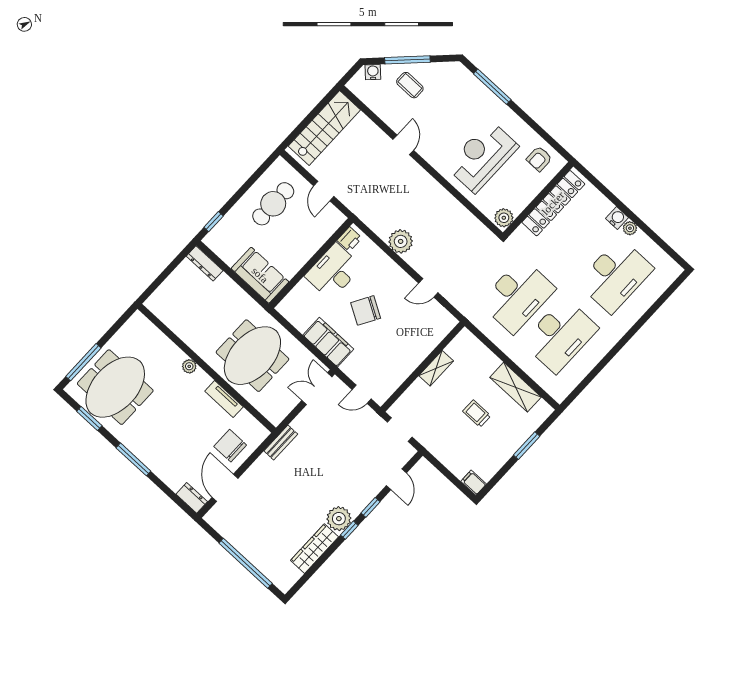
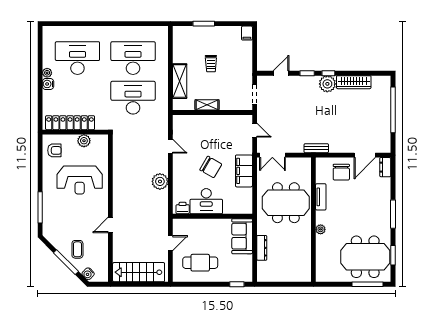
plant: (504, 218) -> (84, 141), moved
dresser: (205, 263) -> (262, 248), moved
shelving: (516, 387) -> (180, 81), moved

